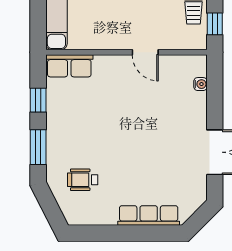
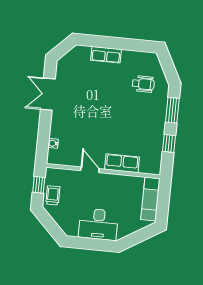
row of seats: (69, 66) -> (122, 163), moved
row of seats: (149, 216) -> (106, 55), width x0.68

